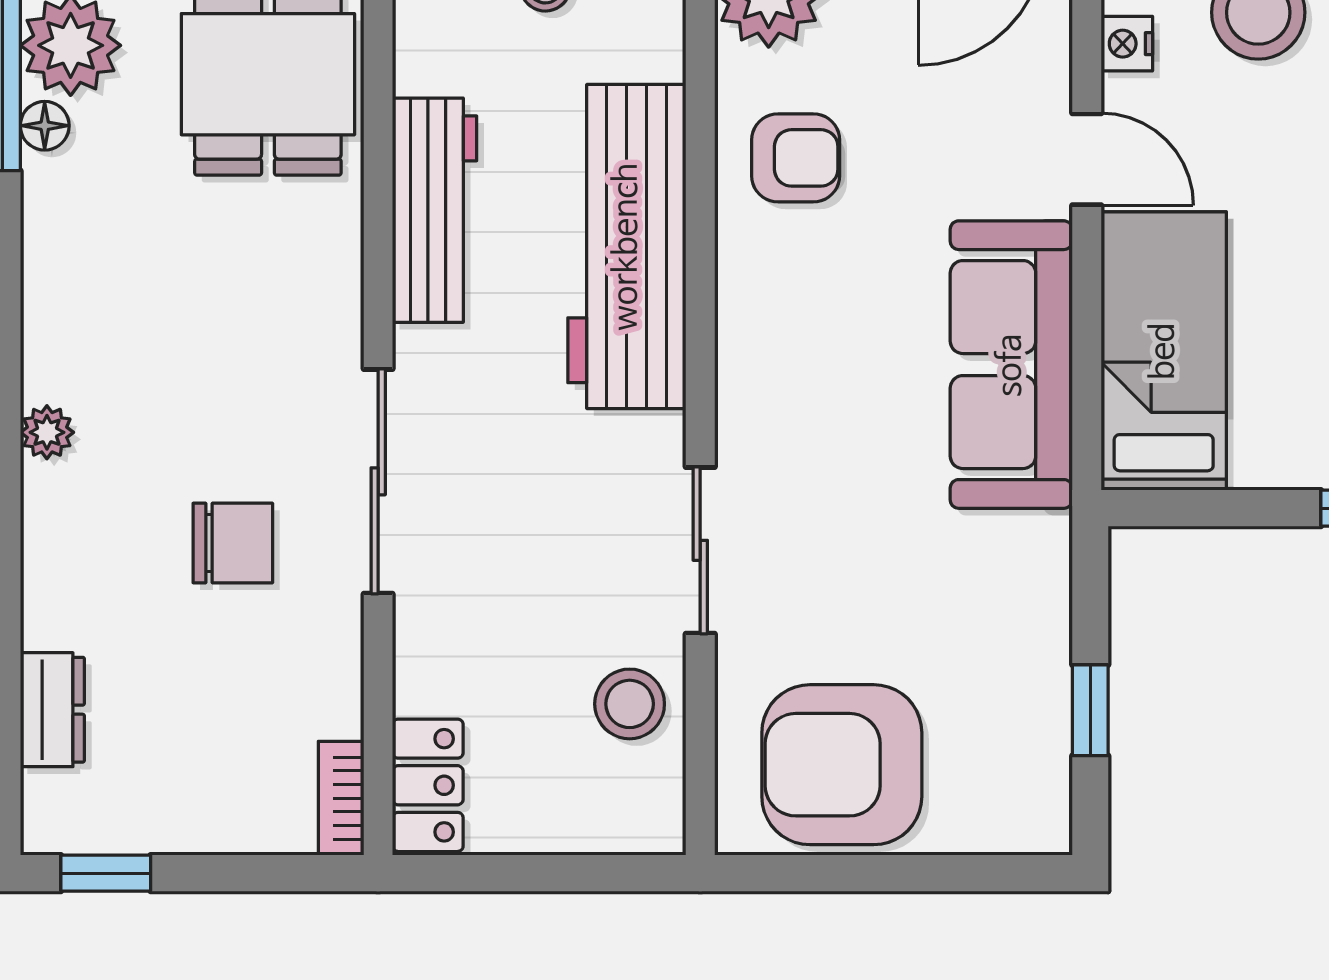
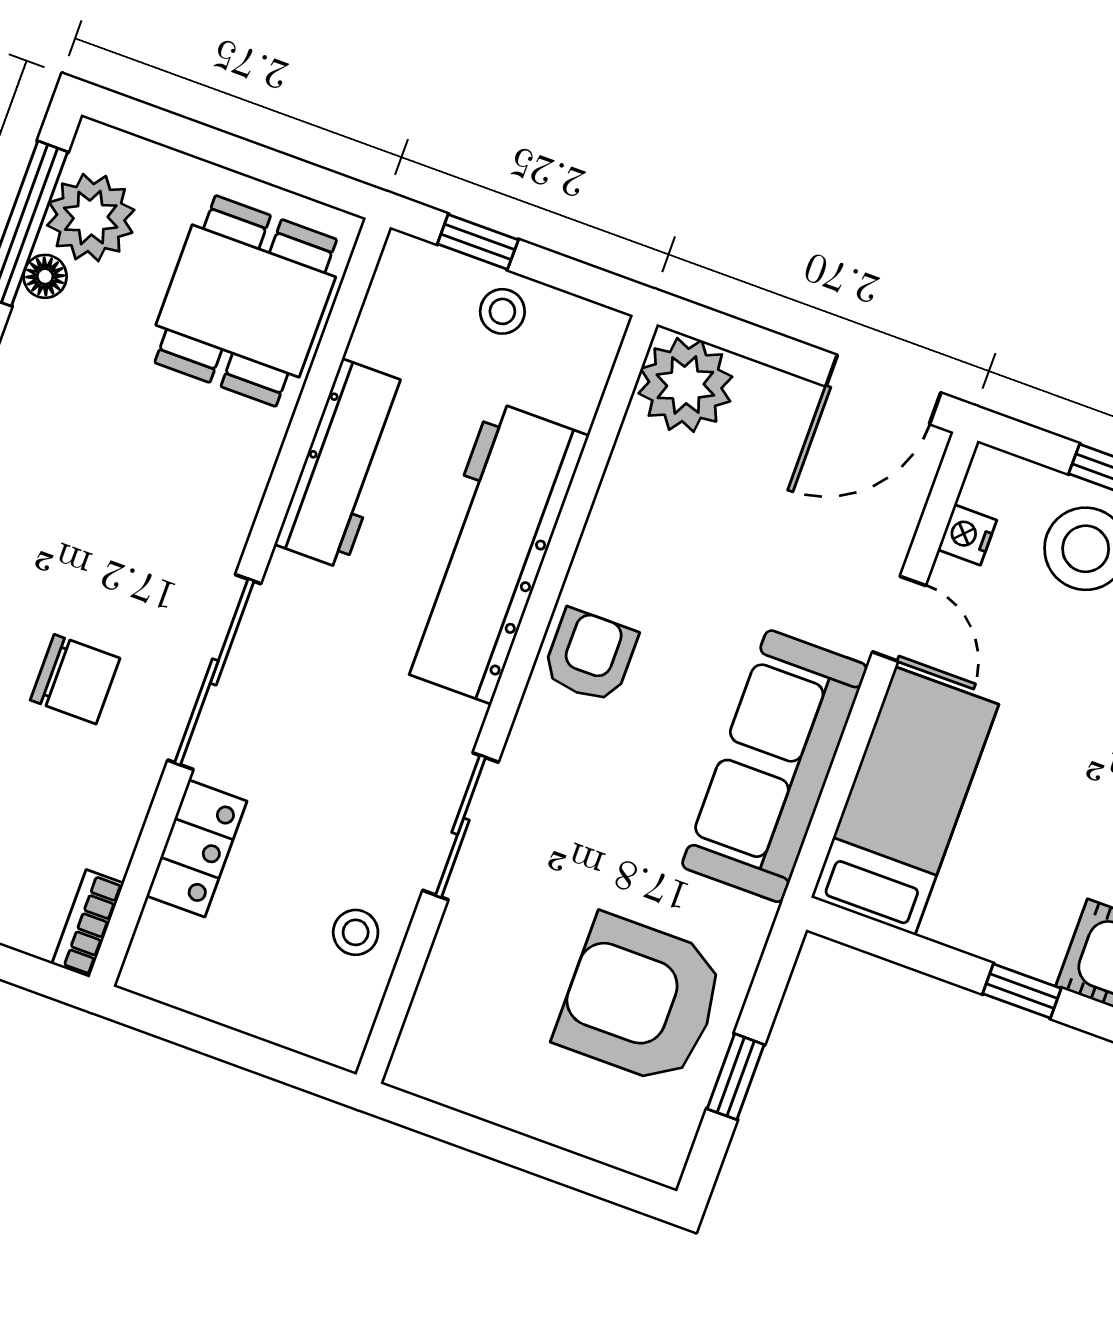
armchair: (796, 158) -> (590, 656), moved, turned -90
stool: (630, 704) -> (356, 932), width x0.73, depth x0.73
armchair: (842, 765) -> (641, 1000), moved
locker: (428, 785) -> (197, 848), moved

